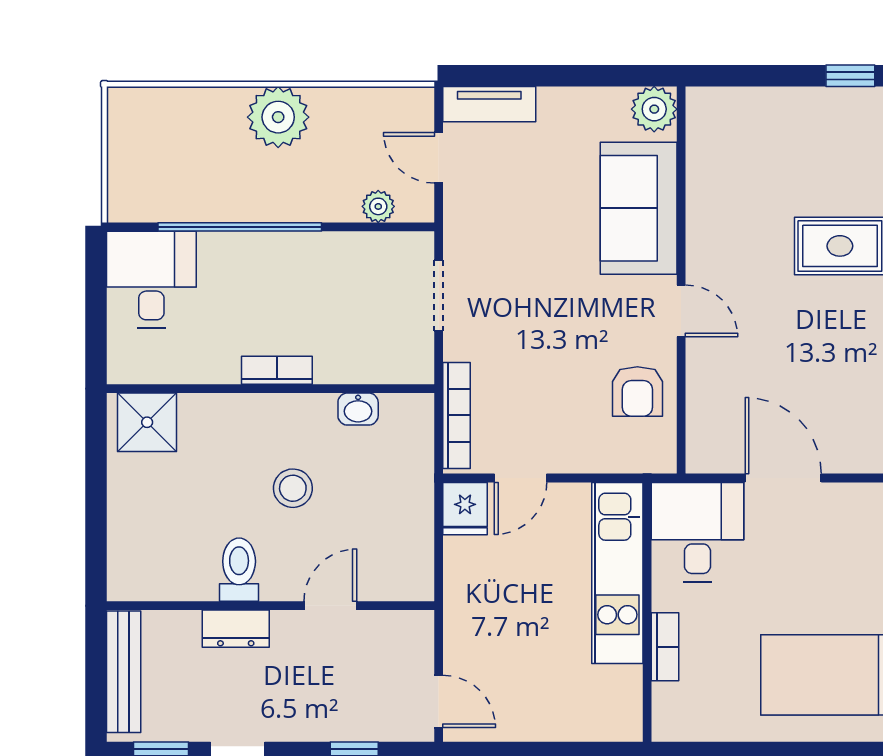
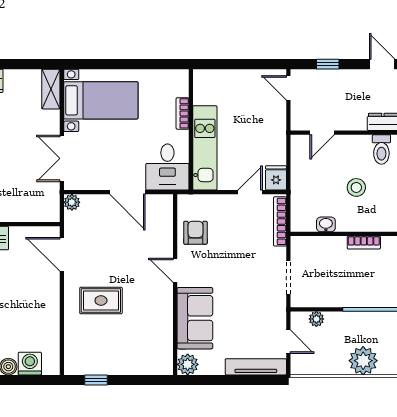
tv unit: (489, 104) -> (256, 367), width x1.41
door: (330, 606) -> (322, 133), moved

